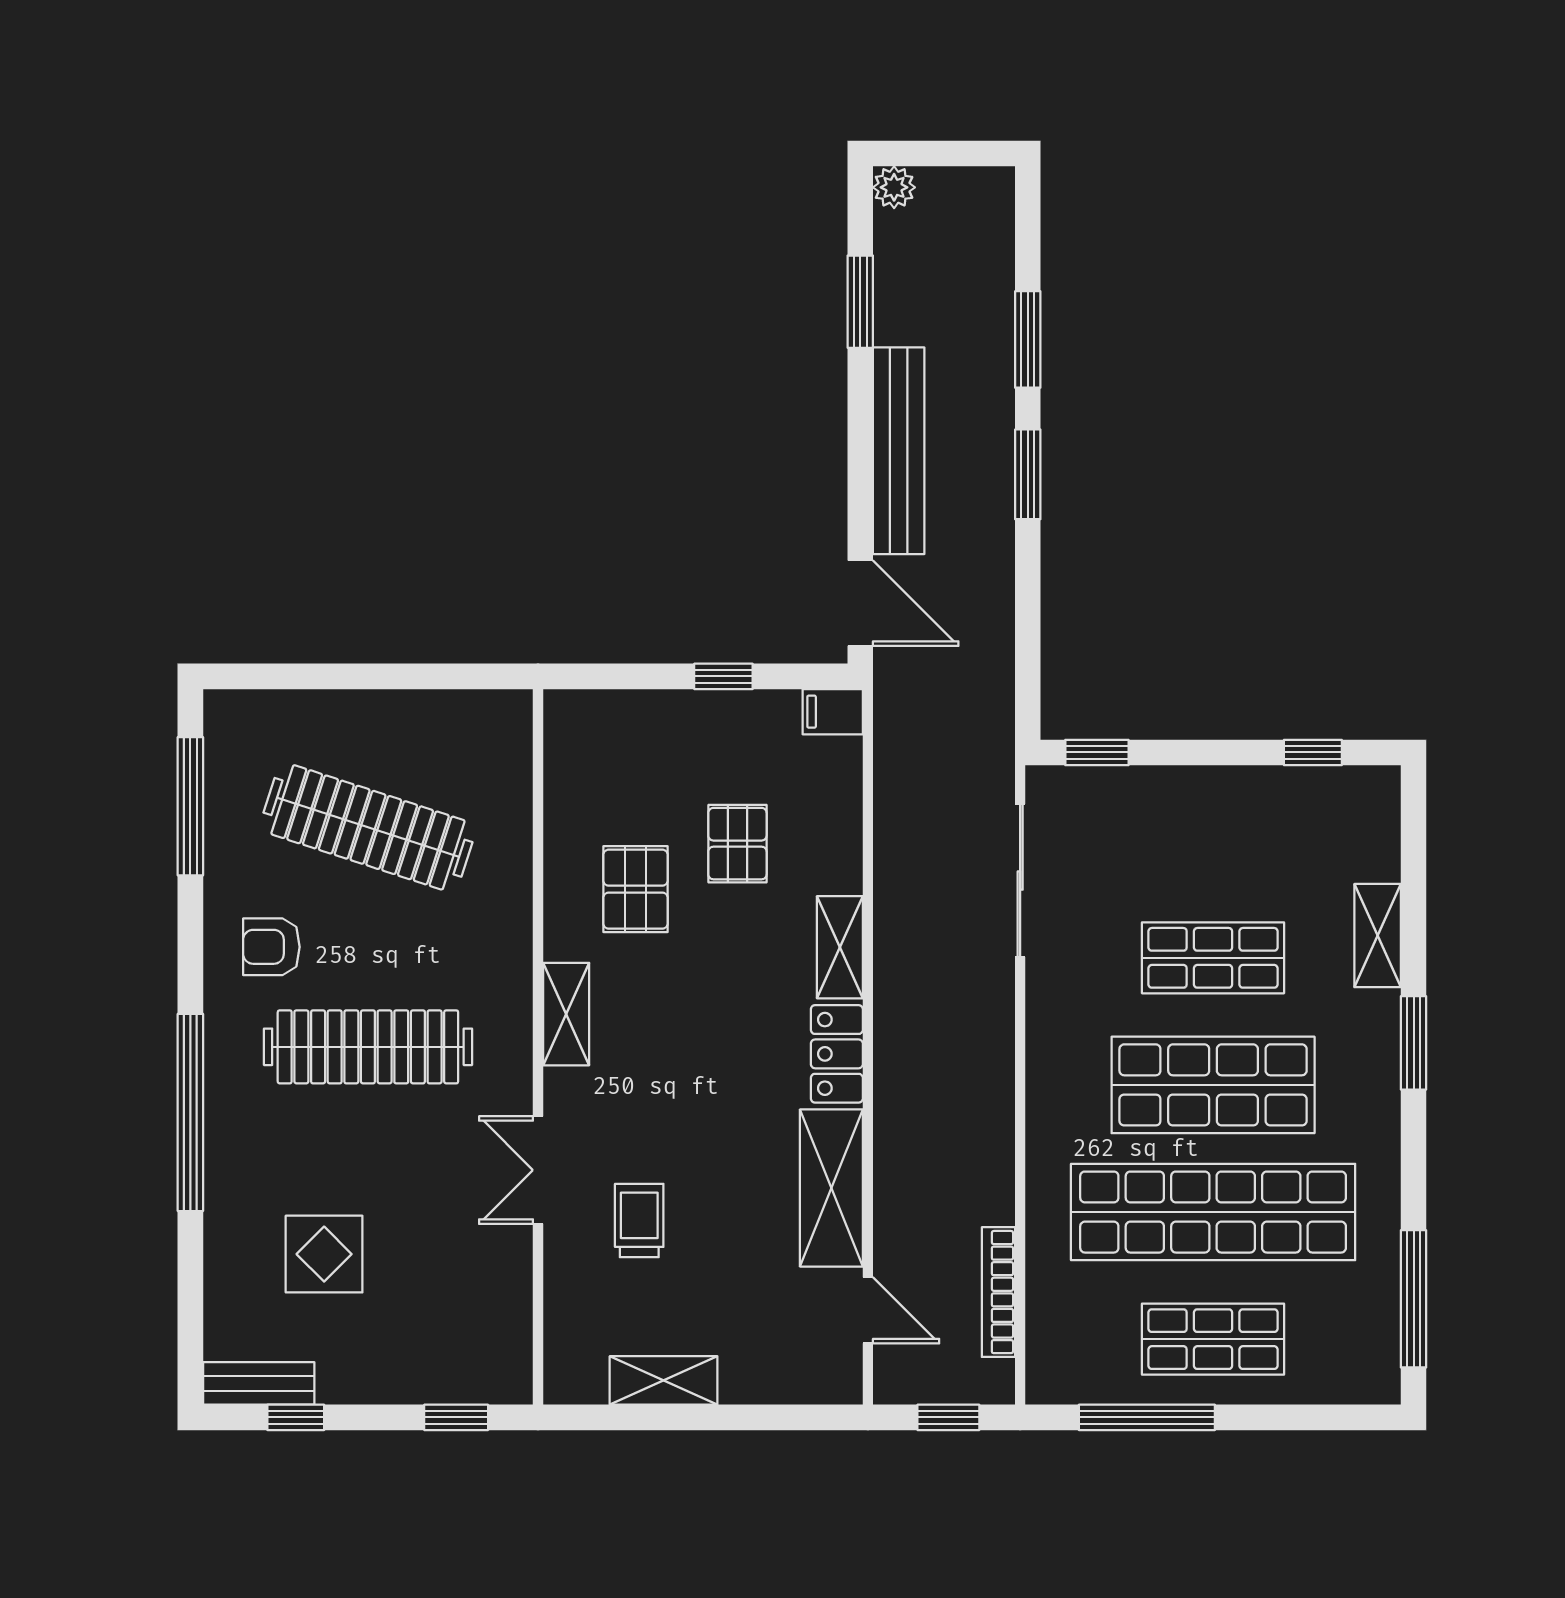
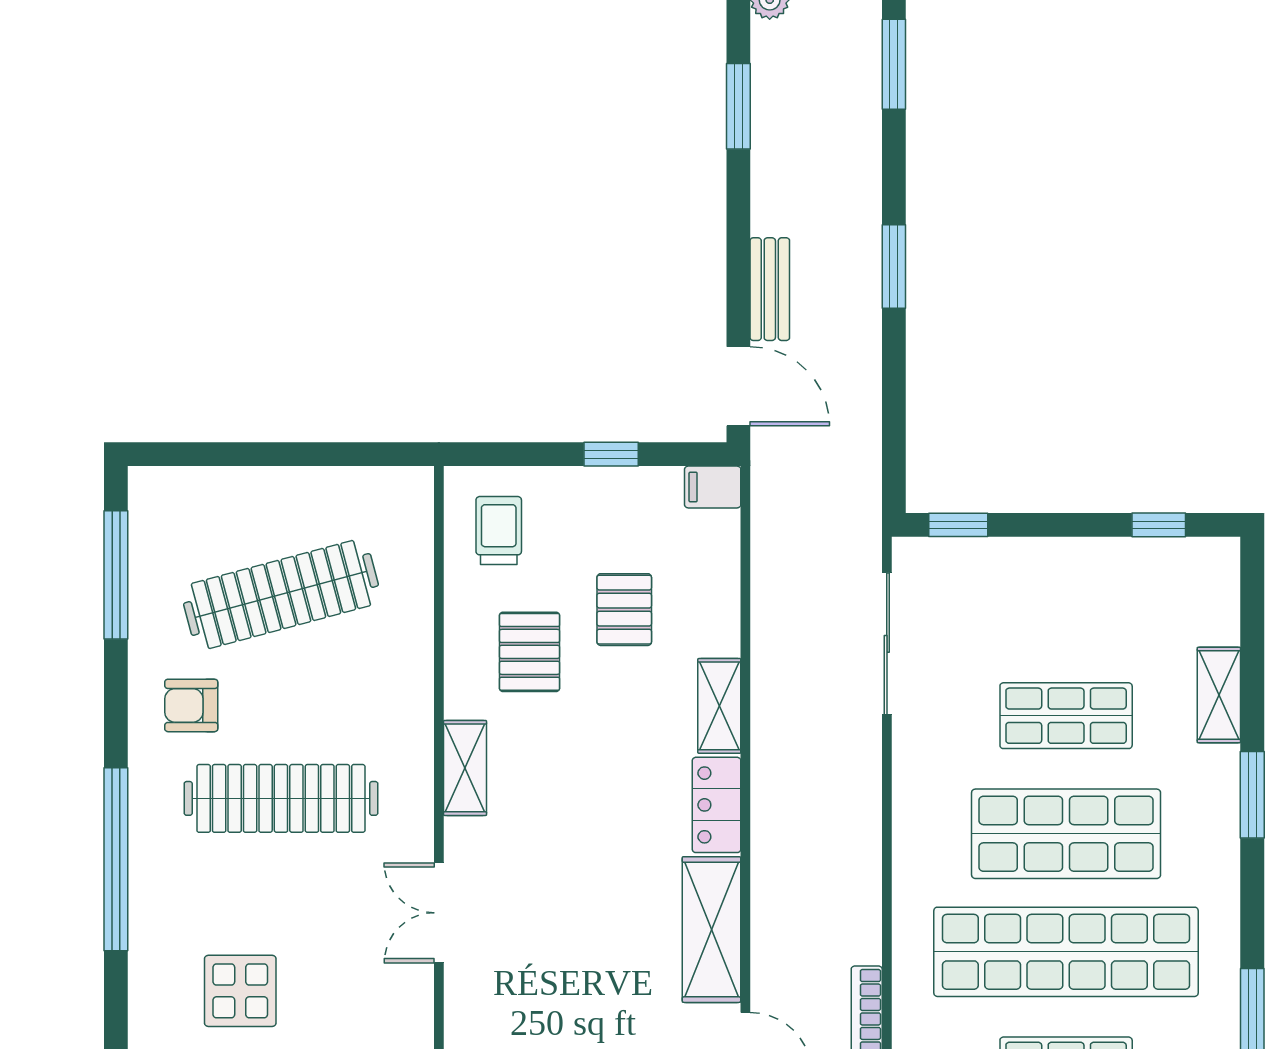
window: (1028, 339) -> (894, 64), moved
bench: (899, 451) -> (770, 289), width x0.54, depth x0.82
clothes rail: (368, 827) -> (281, 594), turned -33
trolley: (639, 1221) -> (499, 530), moved

